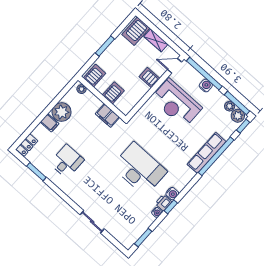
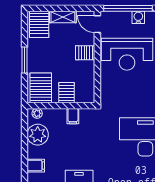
door: (175, 66) -> (97, 24), hinge flipped
server rack: (94, 76) -> (41, 88), width x1.36, depth x1.44
plant: (62, 112) -> (38, 135), moved
filing cabinet: (108, 116) -> (73, 116), width x0.50

